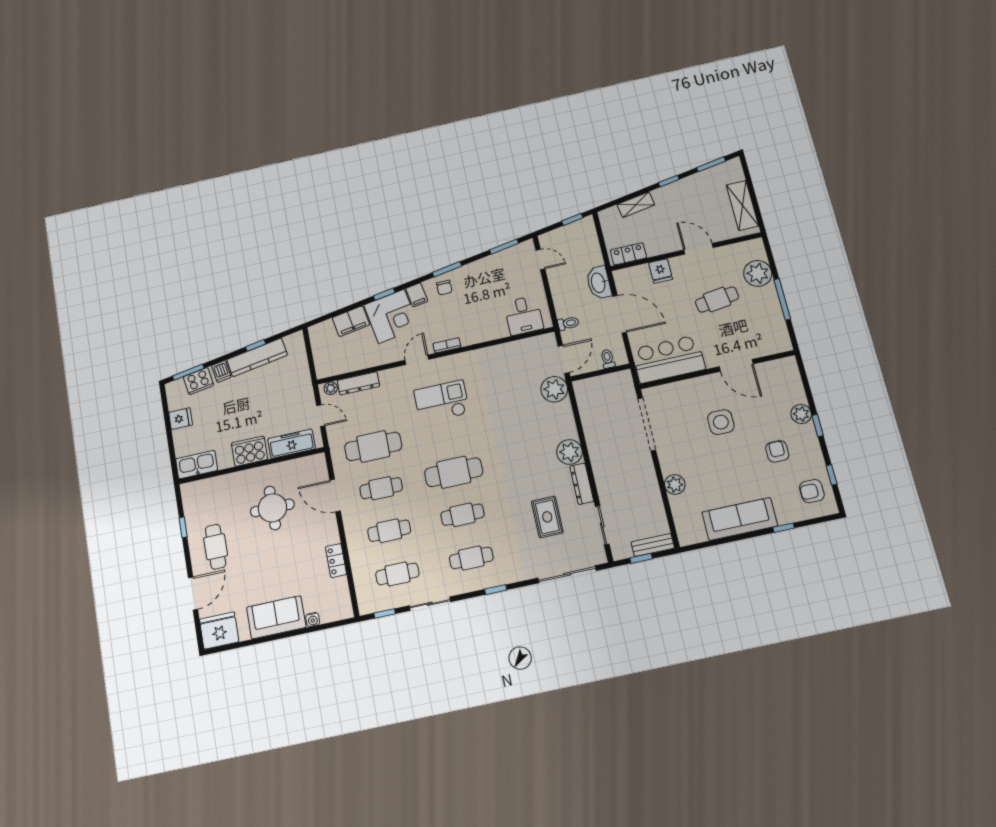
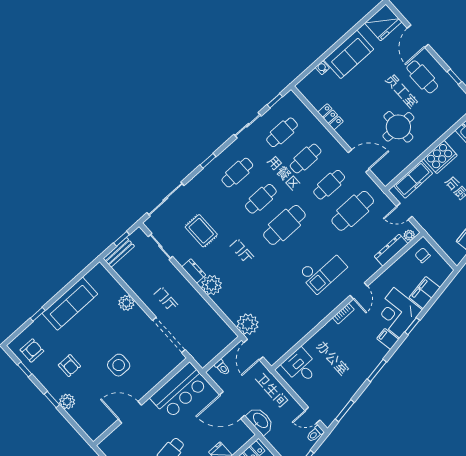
chair: (444, 288) -> (423, 255), moved
toilet: (568, 323) -> (315, 434), moved
dresser: (582, 484) -> (194, 271), width x0.70

